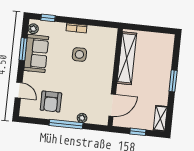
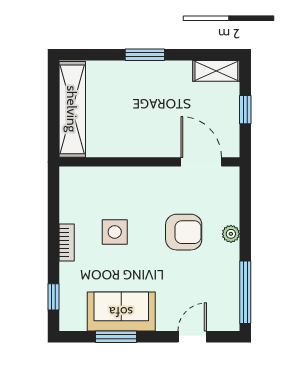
plant: (33, 29) -> (76, 322), removed
shelving: (127, 58) -> (72, 109), moved, turned 90
armchair: (51, 102) -> (184, 232), moved
plant: (82, 118) -> (231, 234), moved
window: (66, 124) -> (245, 292), moved

